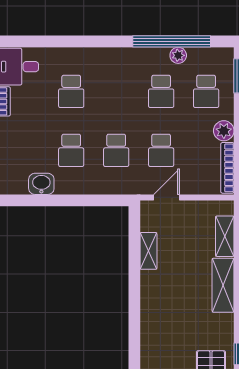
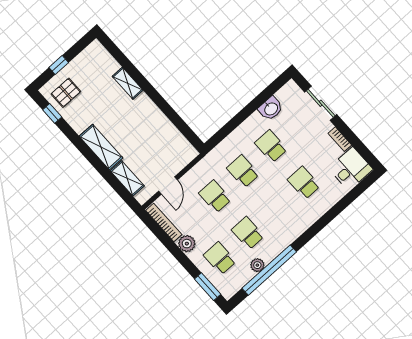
door: (167, 197) -> (168, 185), moved
shelving: (148, 251) -> (128, 83), moved

